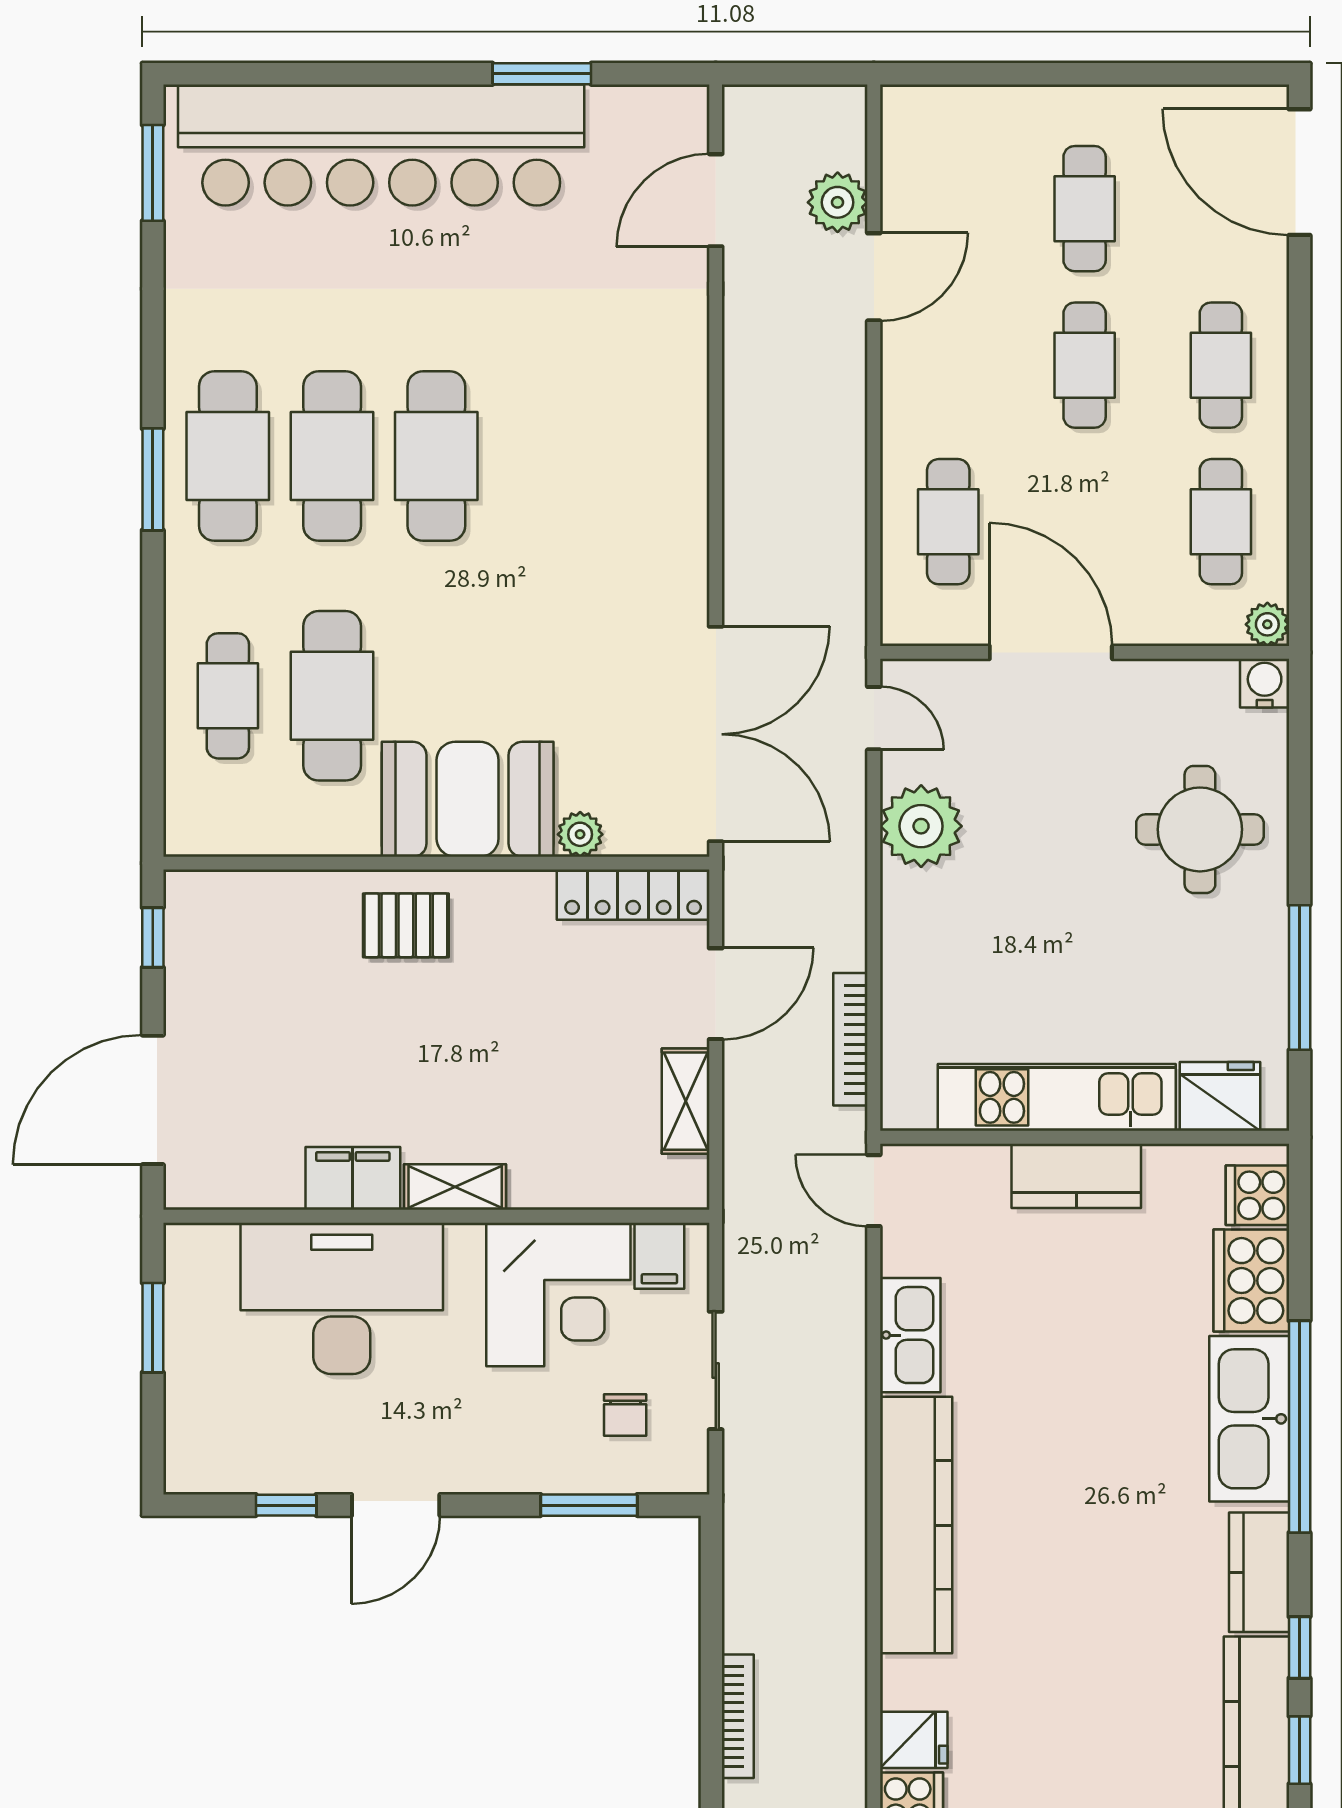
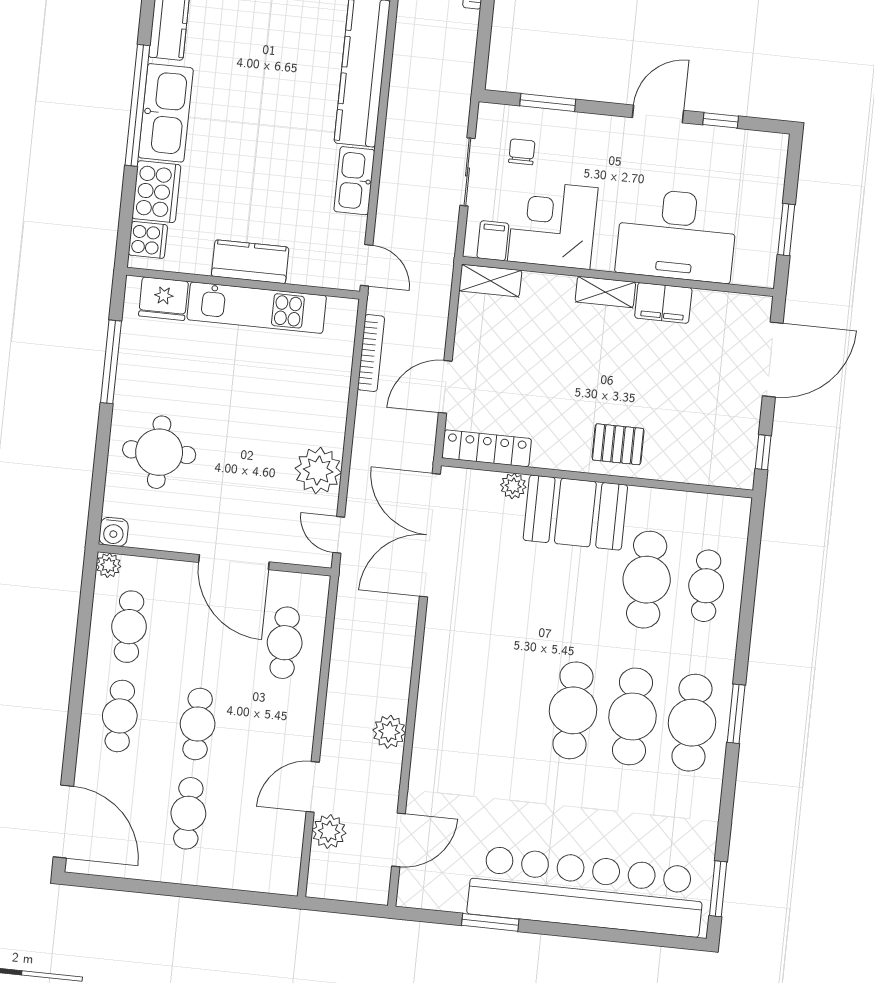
plant: (751, 386) -> (389, 732), added
shelving: (686, 1101) -> (490, 281), moved, turned 90

